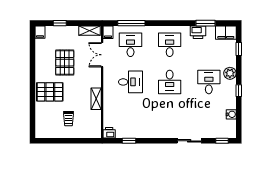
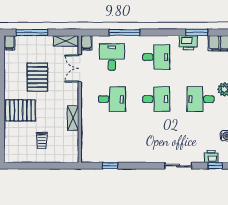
window: (60, 23) -> (32, 32), width x2.17
window: (131, 23) -> (124, 32), moved
desk: (170, 45) -> (156, 57), turned 90
desk: (170, 82) -> (156, 99), turned -90
desk: (209, 82) -> (200, 99), turned -90
printer: (109, 133) -> (211, 157), moved

